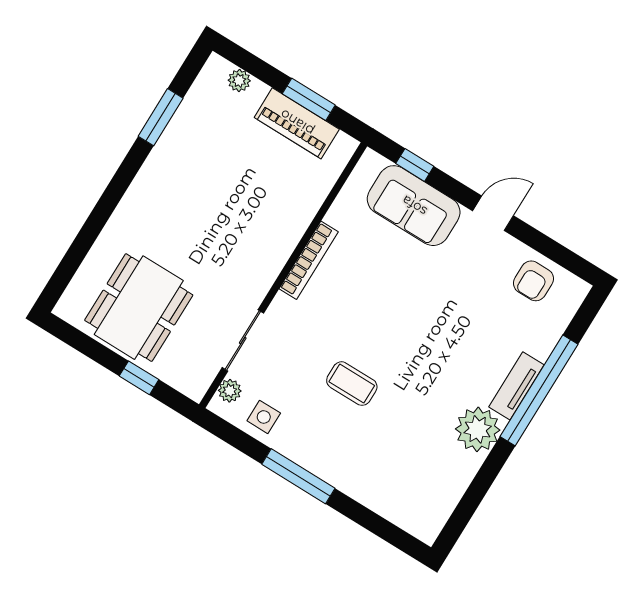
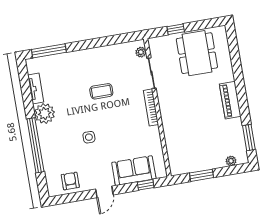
window: (161, 117) -> (249, 138), moved
piano: (297, 123) -> (230, 100), moved, turned -90
bookcase: (309, 260) -> (151, 107), moved
tv unit: (516, 386) -> (36, 88), moved
side table: (264, 417) -> (89, 137), moved
window: (298, 476) -> (49, 51), moved

